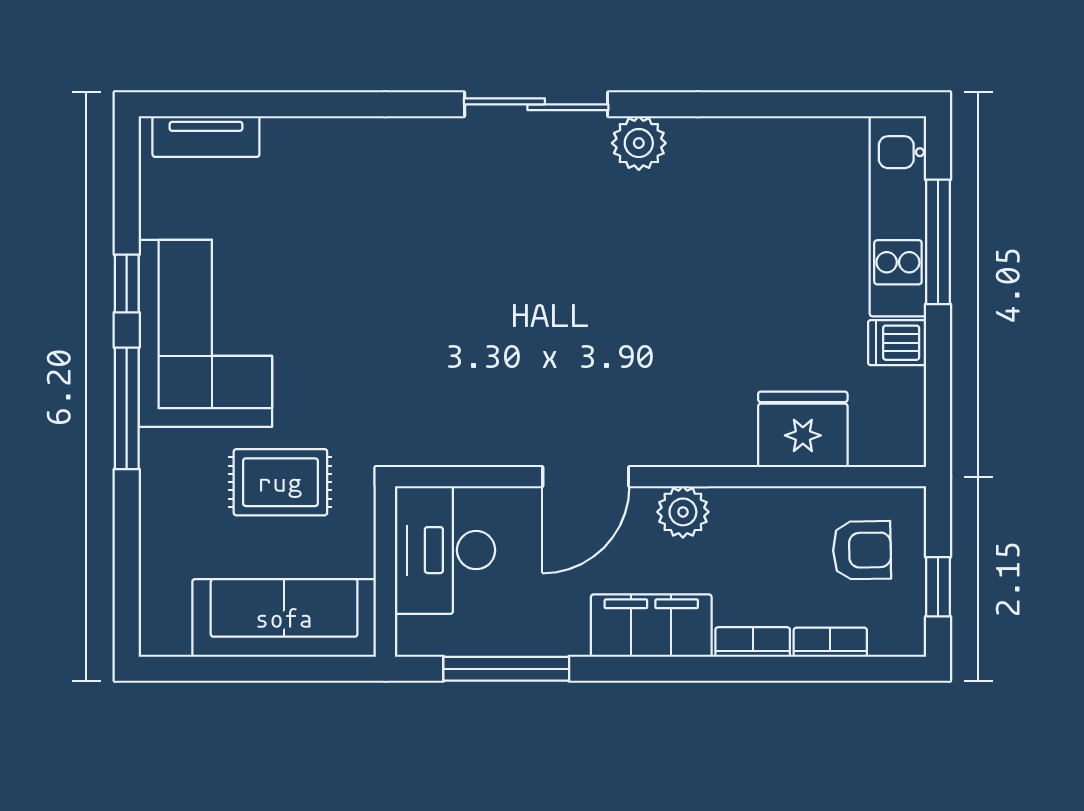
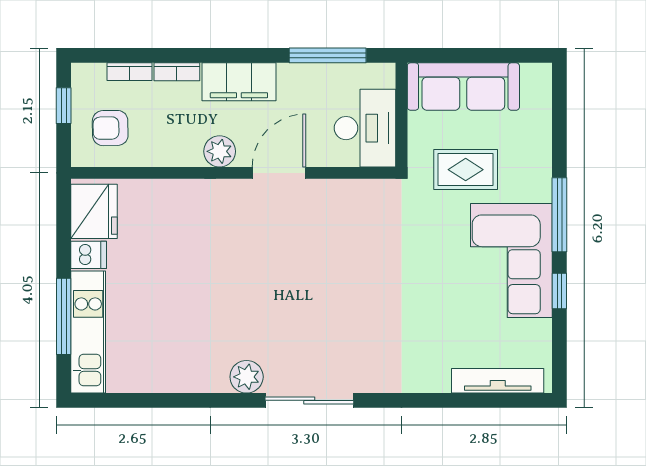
tv unit: (206, 137) -> (498, 381), width x1.41
fridge: (803, 429) -> (94, 211), moved, turned -90

